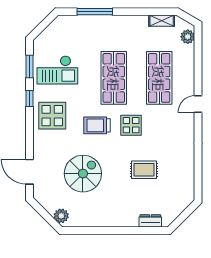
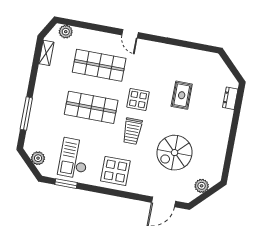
plant: (51, 32) -> (38, 158), added
checkout: (57, 70) -> (74, 158), turned 180
window: (29, 98) -> (96, 189), removed
spiral stairs: (83, 174) -> (175, 153), turned -90
plant: (61, 216) -> (202, 186), moved

